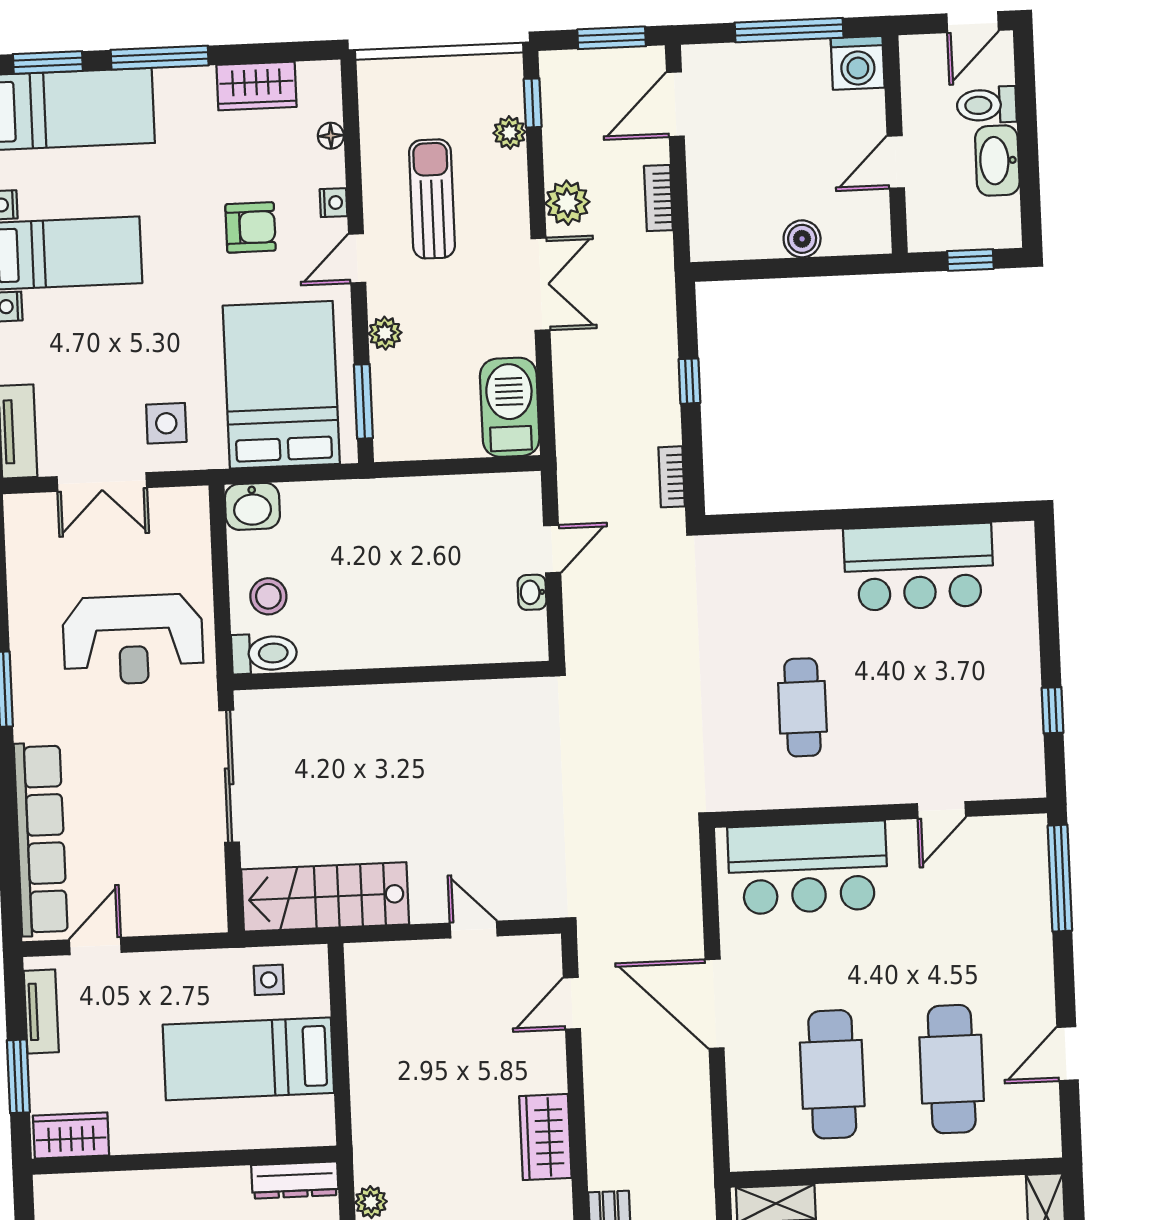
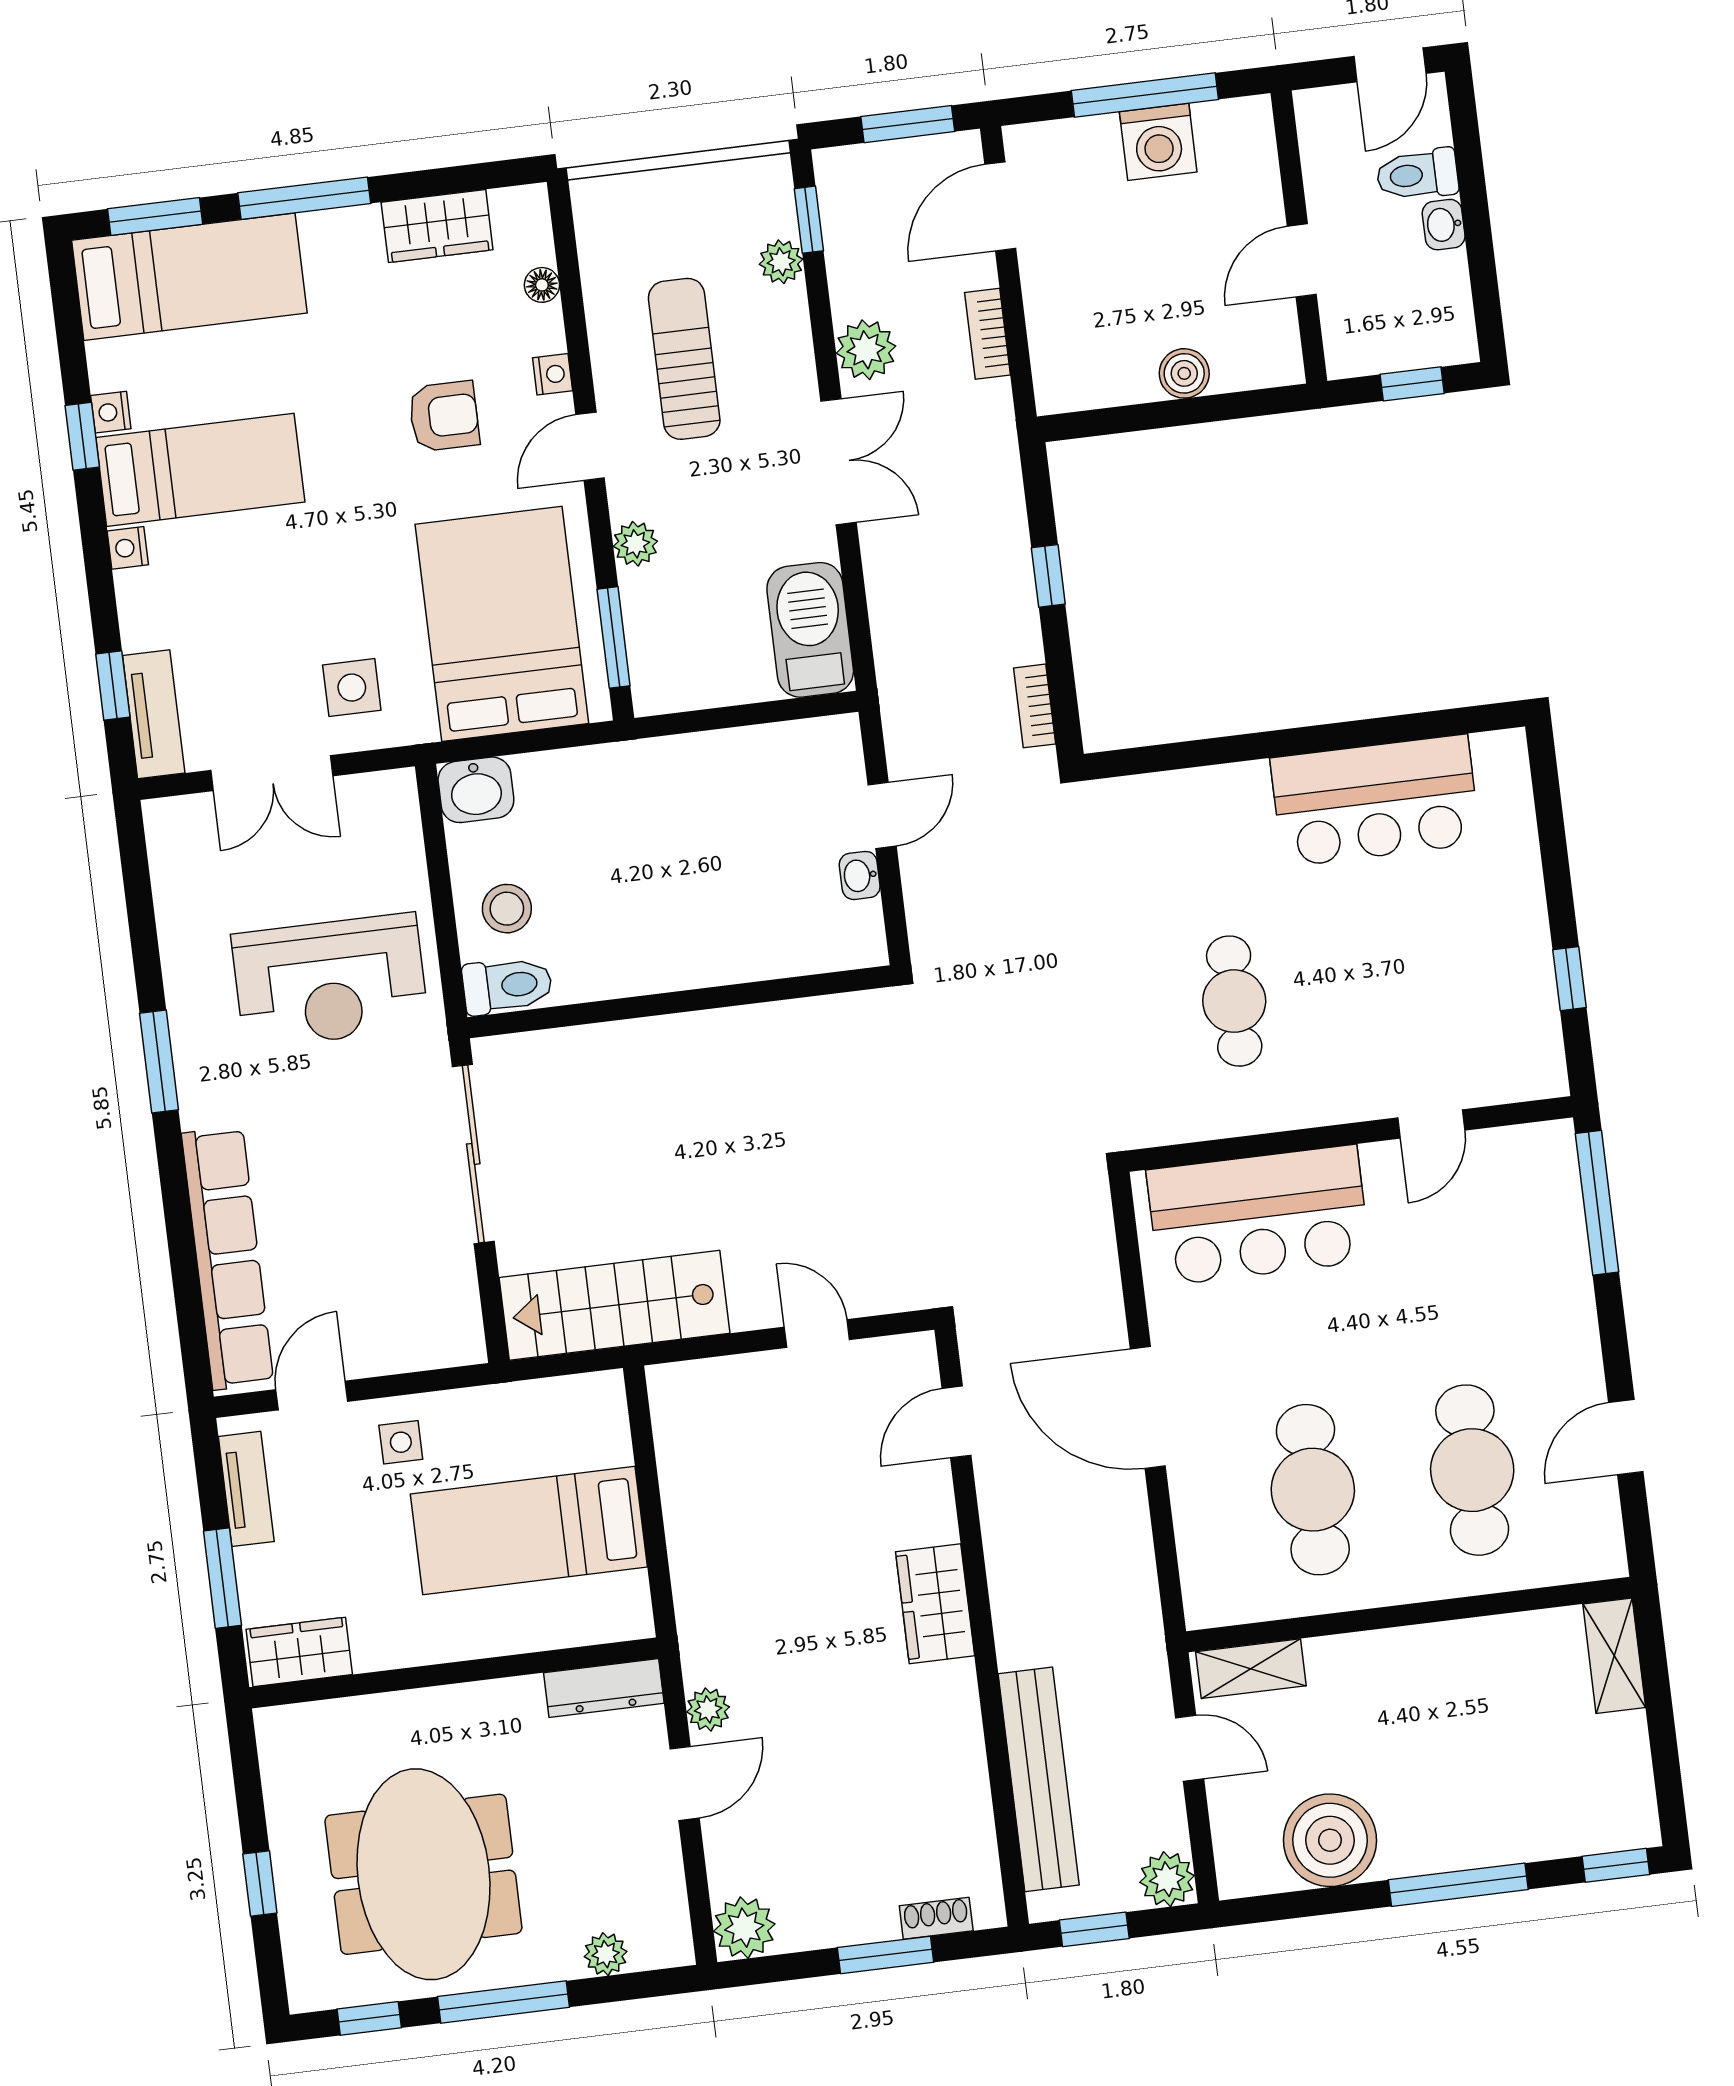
washing machine: (858, 63) -> (1158, 142), moved
washbasin: (997, 161) -> (1444, 225), width x0.52, depth x0.69
side table: (269, 980) -> (401, 1442), moved

